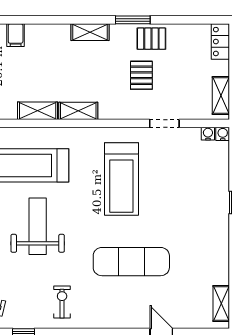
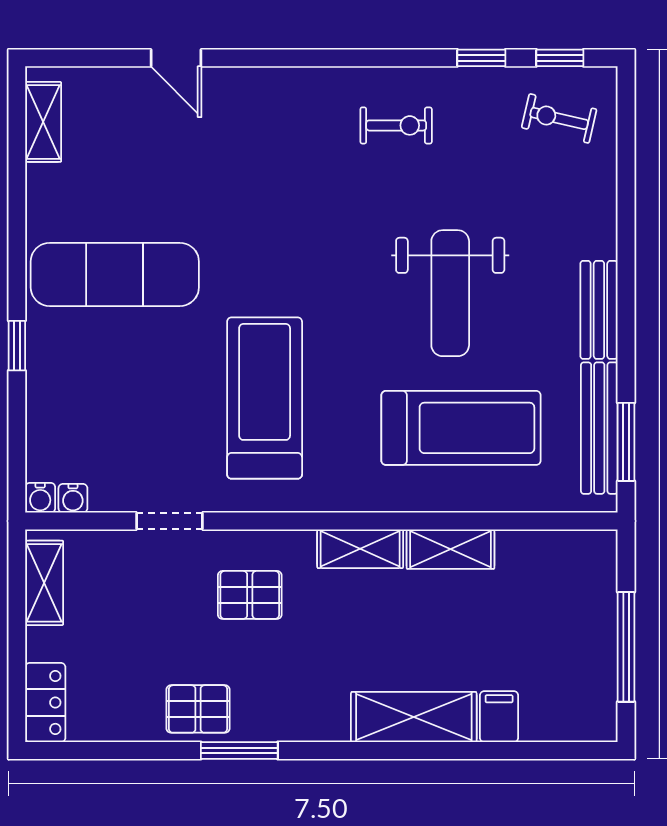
shelving: (90, 32) -> (414, 717), moved, width x1.50, depth x1.33
pallet: (141, 75) -> (250, 595), moved, turned 90
exercise mat: (131, 262) -> (115, 274), moved
exercise bike: (62, 302) -> (396, 125), turned -90

